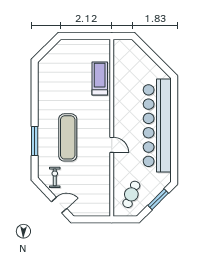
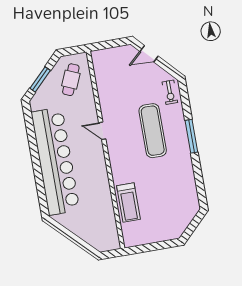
window: (35, 141) -> (191, 136), moved
exercise bike: (55, 177) -> (170, 92), moved

